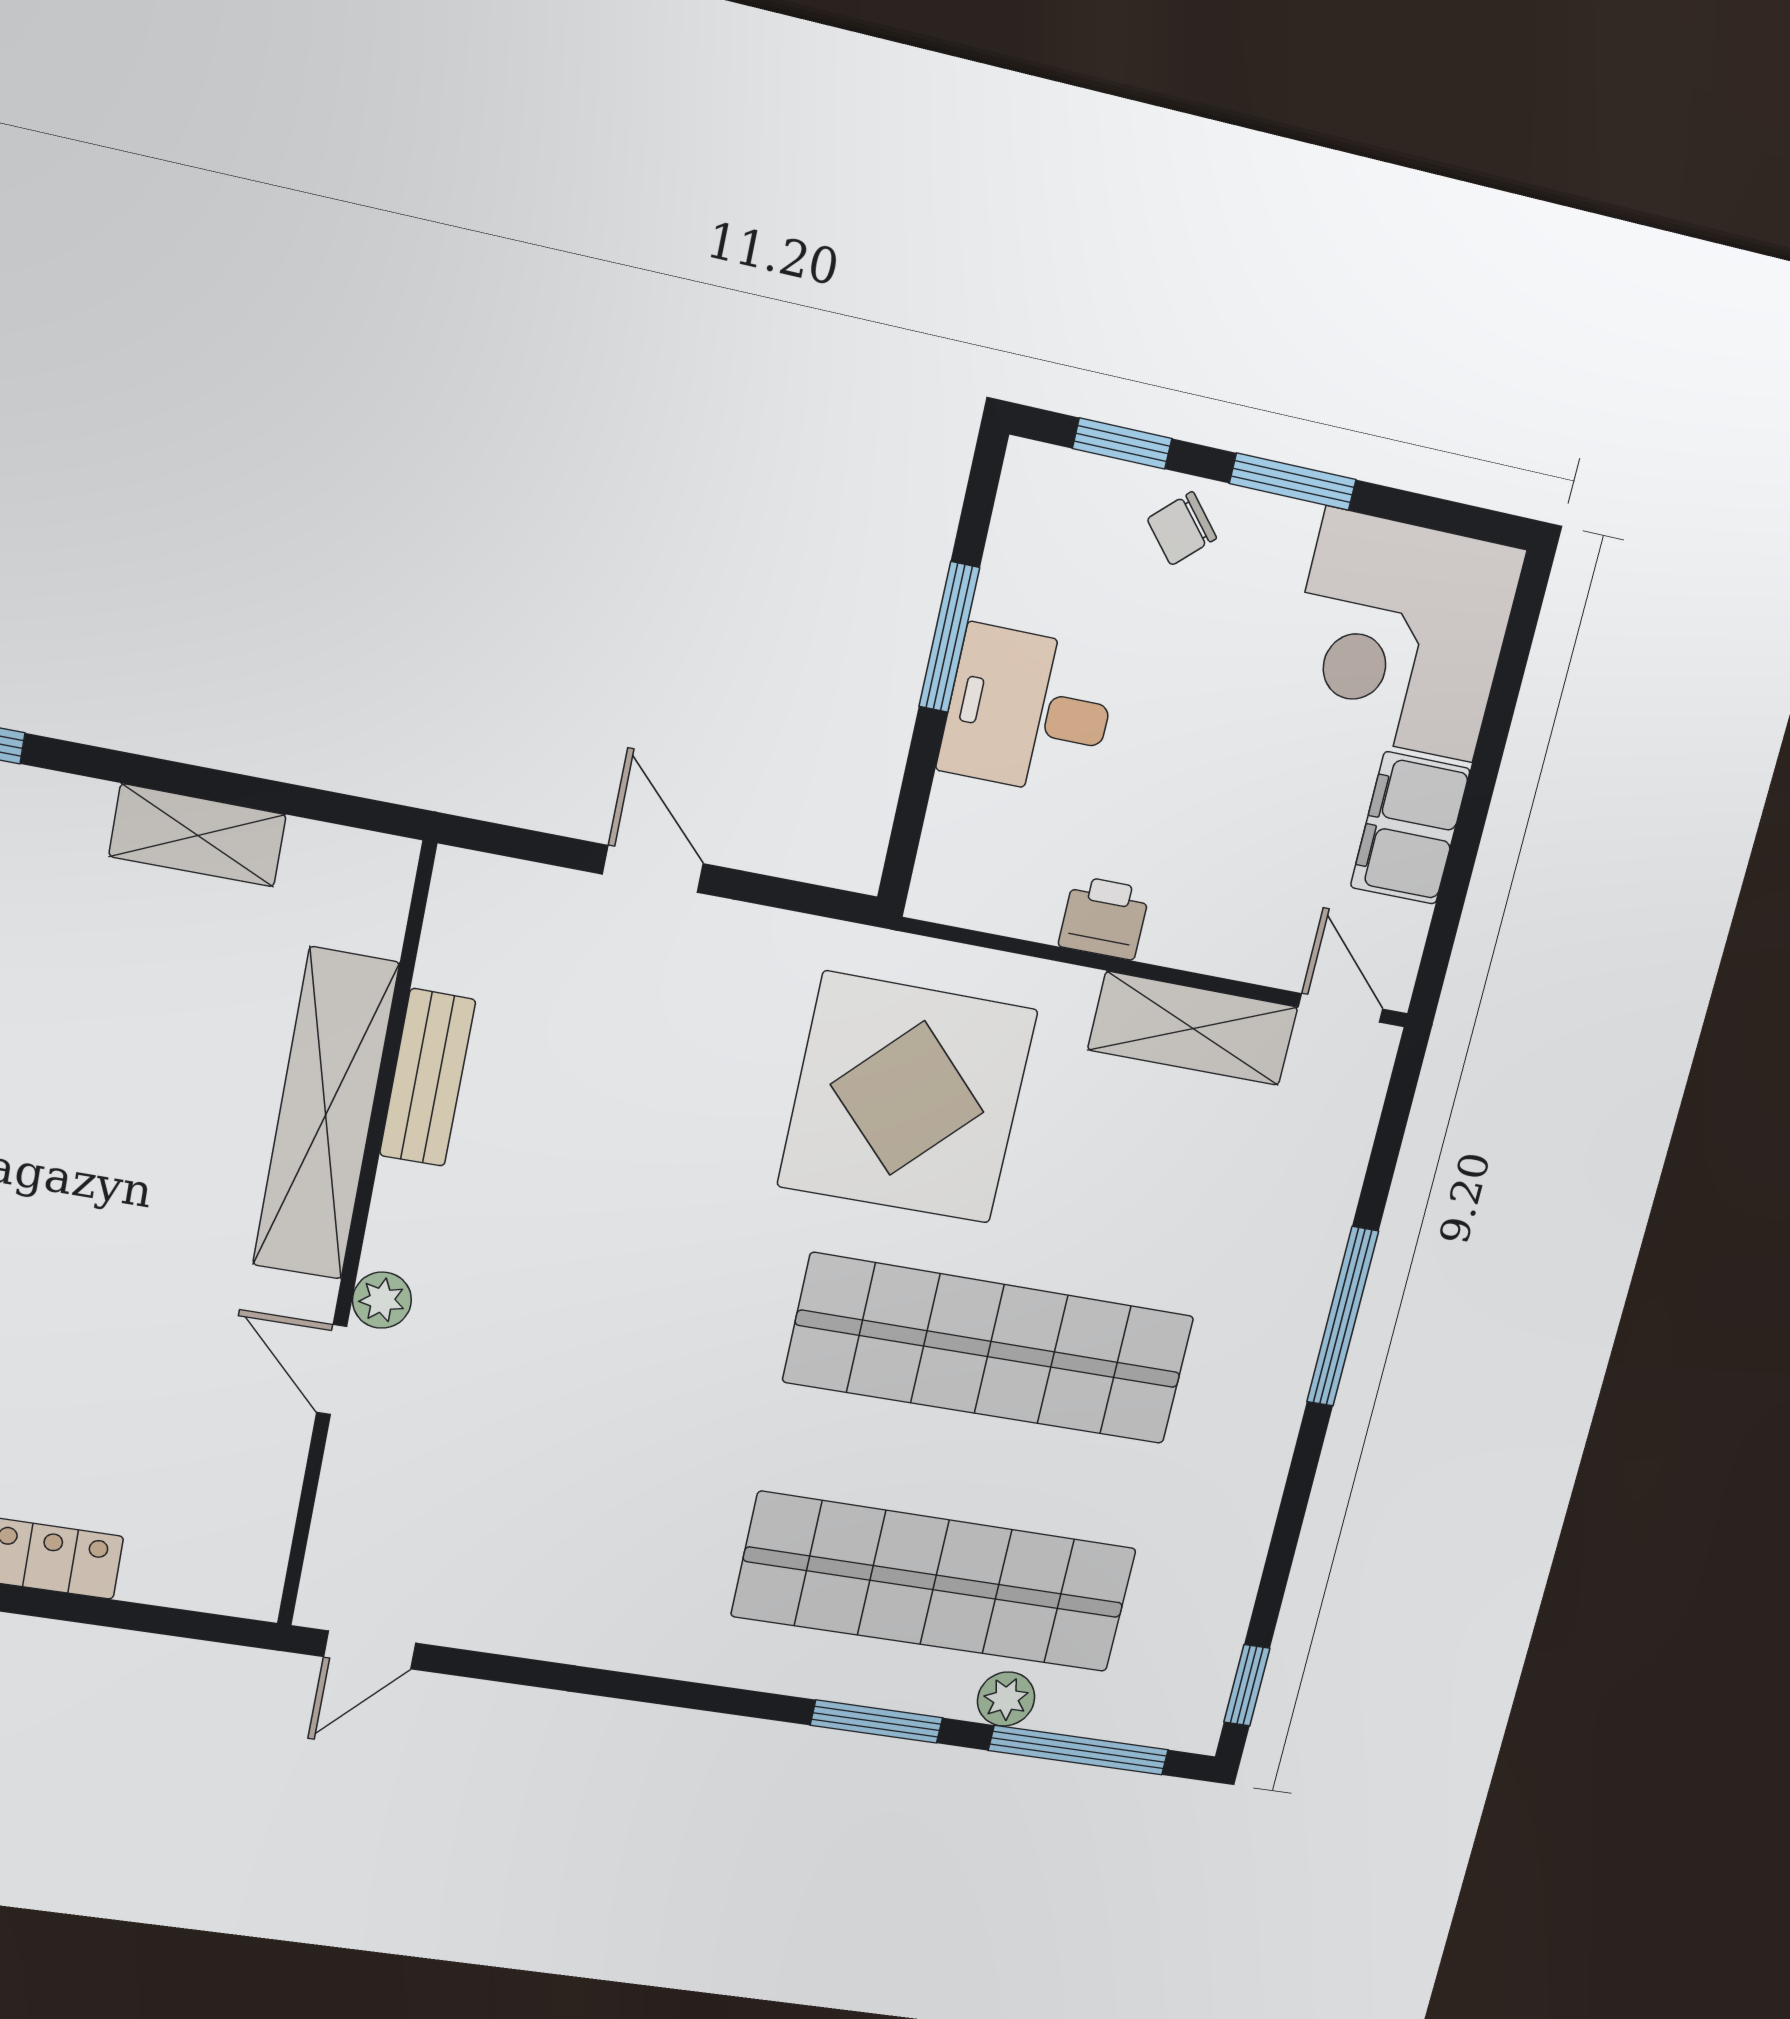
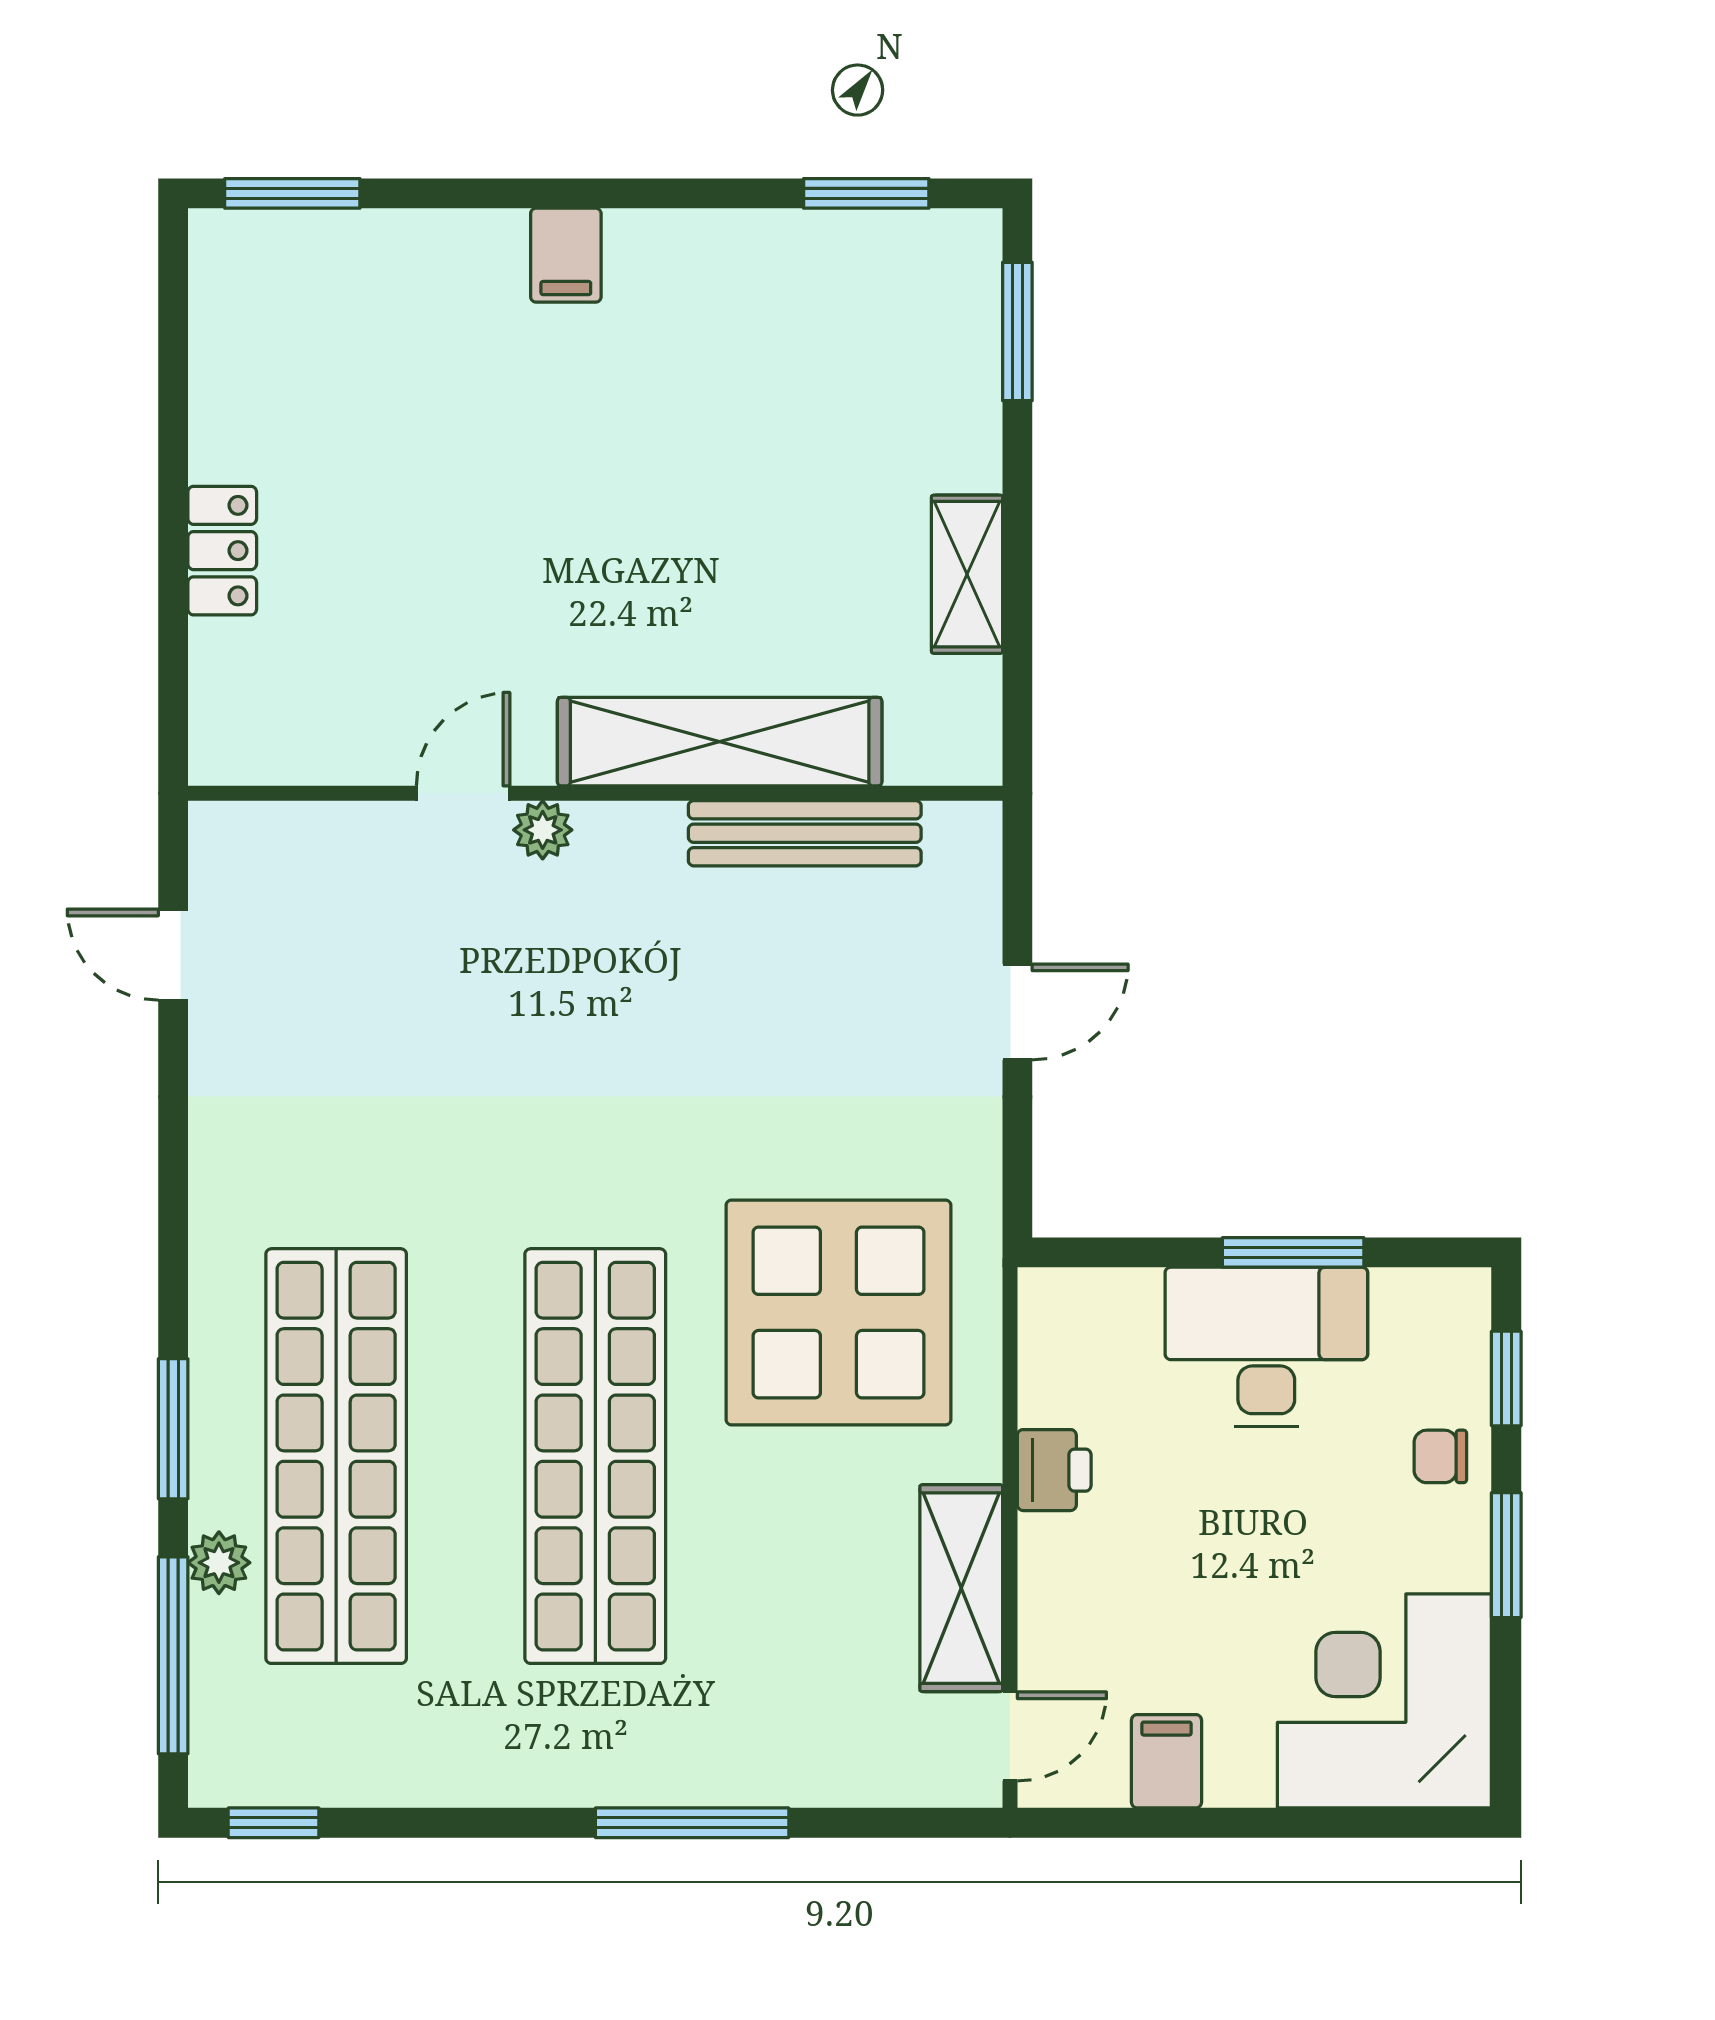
chair: (1182, 529) -> (1440, 1456), turned -48
desk: (1029, 711) -> (1266, 1347), width x1.37
filing cabinet: (1410, 828) -> (1167, 1761), width x0.50
bench: (427, 1078) -> (805, 833), width x1.36
door: (370, 1650) -> (173, 955), moved

